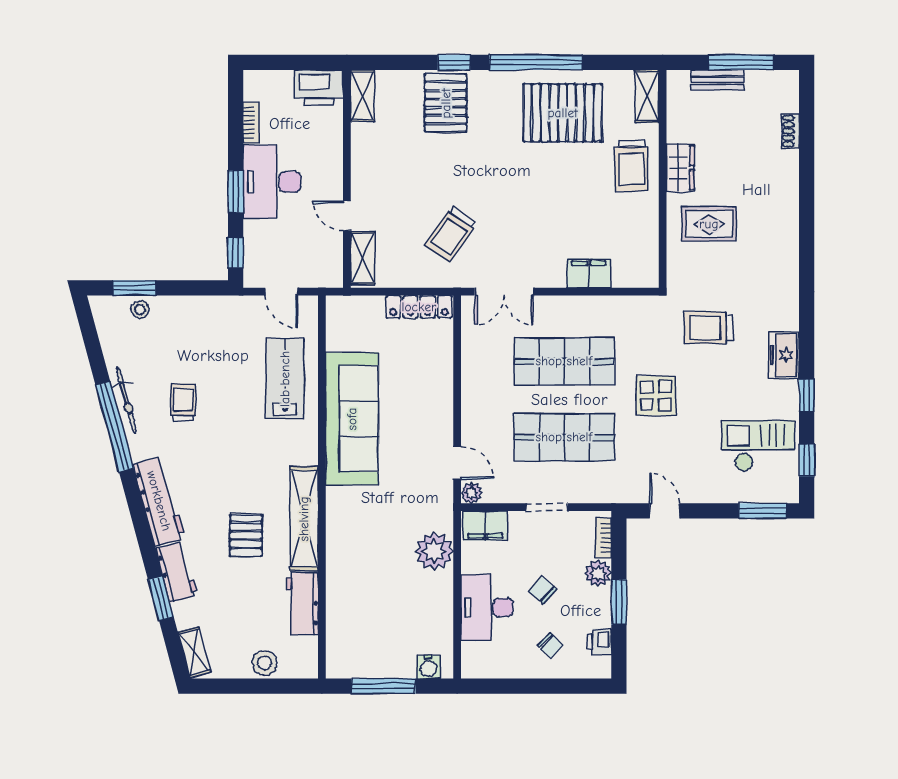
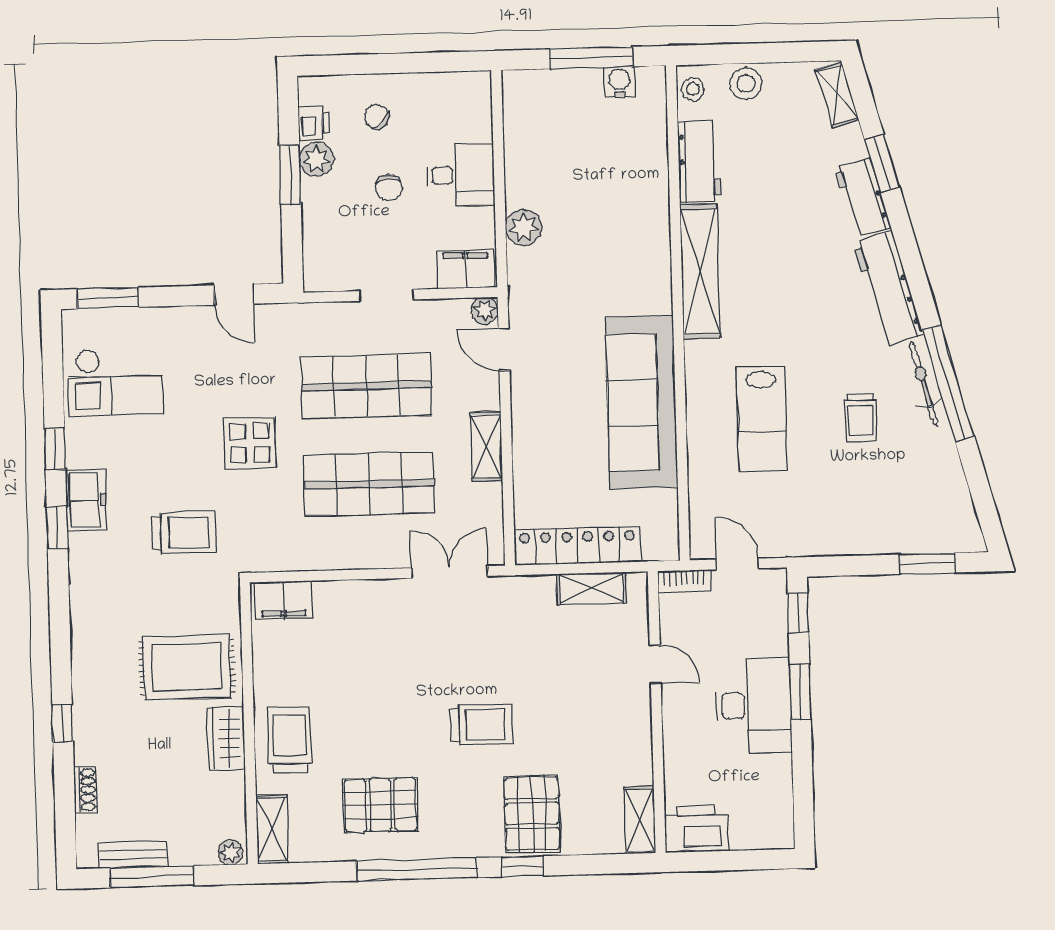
plant: (680, 79) -> (230, 852), added
bench: (717, 80) -> (133, 855), moved
pallet: (563, 113) -> (380, 805), width x0.73, depth x0.71
bookcase: (251, 123) -> (684, 581), moved, turned -90
window: (807, 183) -> (63, 723), added
rug: (709, 224) -> (187, 667), width x1.36, depth x1.43
trolley: (451, 234) -> (481, 725), moved, turned 55
shelving: (363, 258) -> (591, 588), moved, turned 90
filing cabinet: (589, 273) -> (283, 600), moved
locker: (419, 307) -> (577, 546), width x1.41, depth x1.21
stool: (140, 309) -> (693, 89), moved
lab bench: (285, 379) -> (762, 419), moved
shelving: (473, 388) -> (486, 447), added
bicycle: (126, 400) -> (924, 384), moved
window: (807, 460) -> (57, 528), moved
pallet: (246, 535) -> (774, 248), removed
bookcase: (603, 538) -> (313, 257), removed
plant: (434, 551) -> (524, 228), width x0.73, depth x0.73
plant: (598, 573) -> (317, 159), moved
chair: (543, 590) -> (389, 188), turned 49
desk: (487, 607) -> (461, 175), width x0.73
water cooler: (429, 667) -> (620, 82), moved

